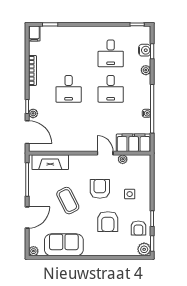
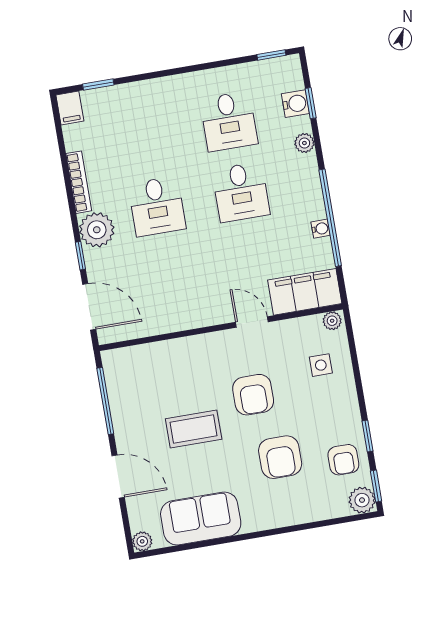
plant: (33, 113) -> (97, 230), moved, width x1.88, depth x1.88
plant: (123, 159) -> (332, 321), moved
fireplace: (50, 162) -> (145, 359), removed
armchair: (100, 189) -> (253, 395), turned 180
side table: (130, 194) -> (321, 365), moved
coffee table: (68, 201) -> (194, 429), turned -63
door: (27, 217) -> (118, 476), hinge flipped

